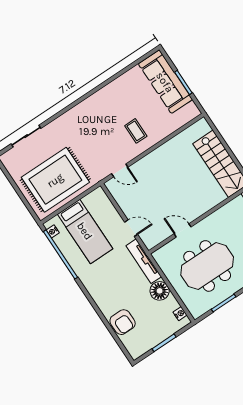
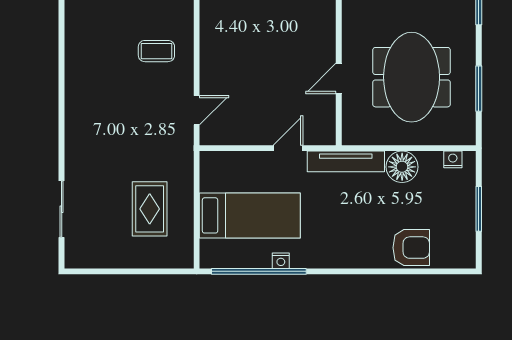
rug: (55, 180) -> (150, 209), width x0.54, depth x0.49
nightstand: (53, 231) -> (281, 261), moved

